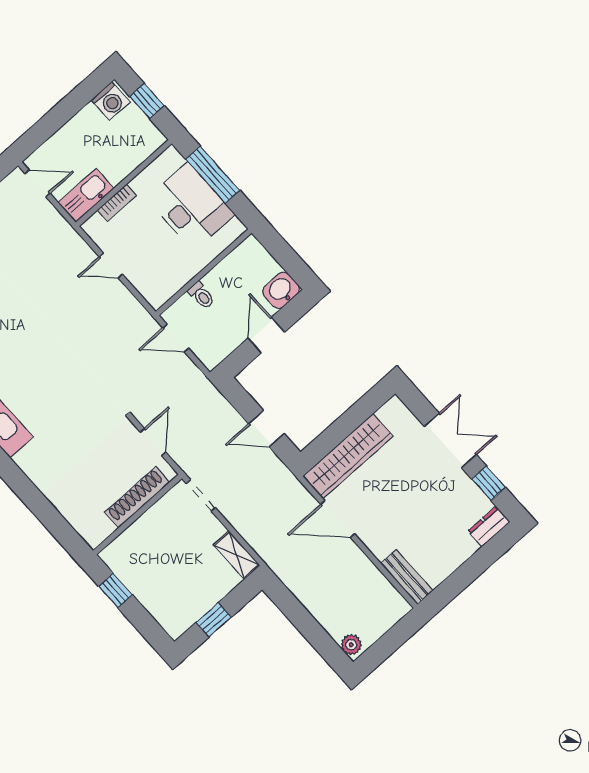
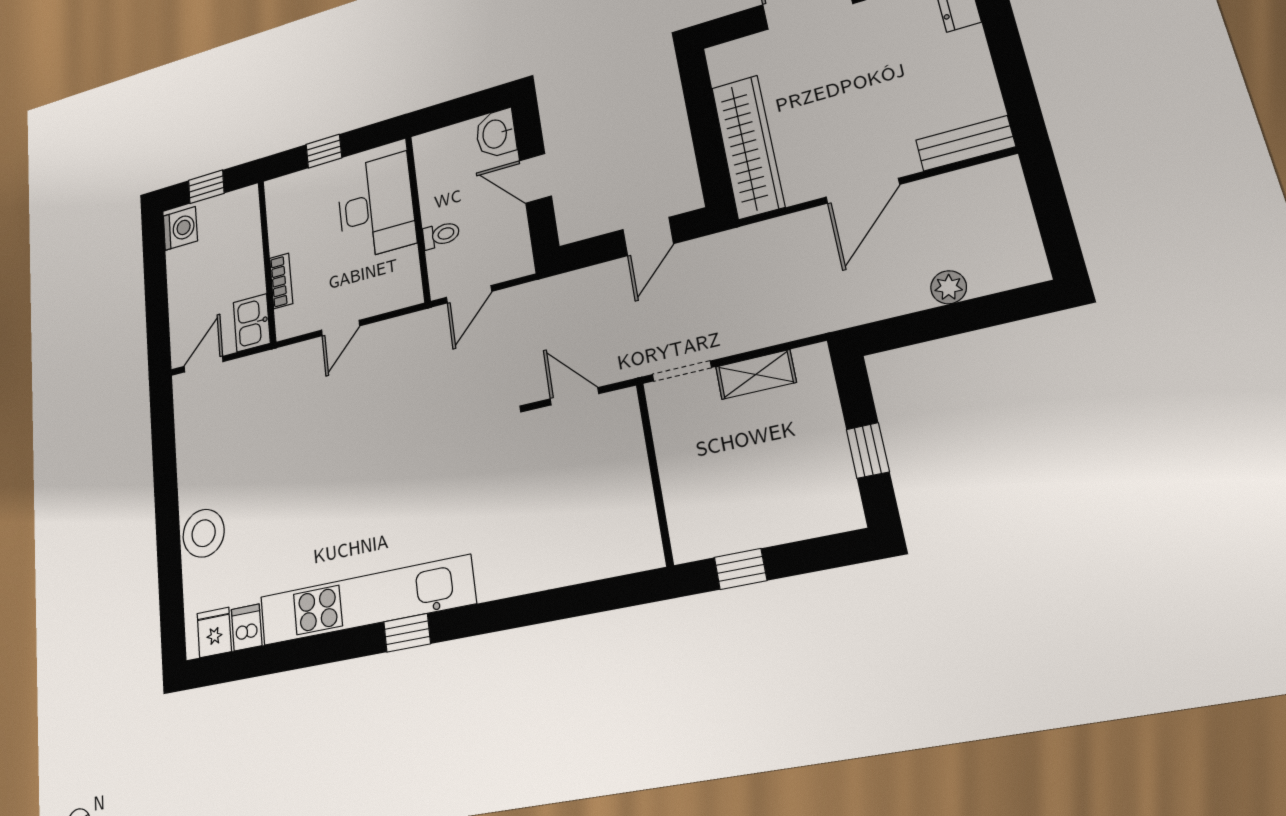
window: (213, 175) -> (324, 151), width x0.46
kitchen sink: (86, 195) -> (252, 323), width x0.73
desk: (191, 207) -> (376, 206), moved, turned 90
shoe rack: (137, 497) -> (632, 460), removed
door: (338, 519) -> (863, 191), moved
shelving: (237, 555) -> (756, 374), moved
plant: (351, 645) -> (949, 287), moved

